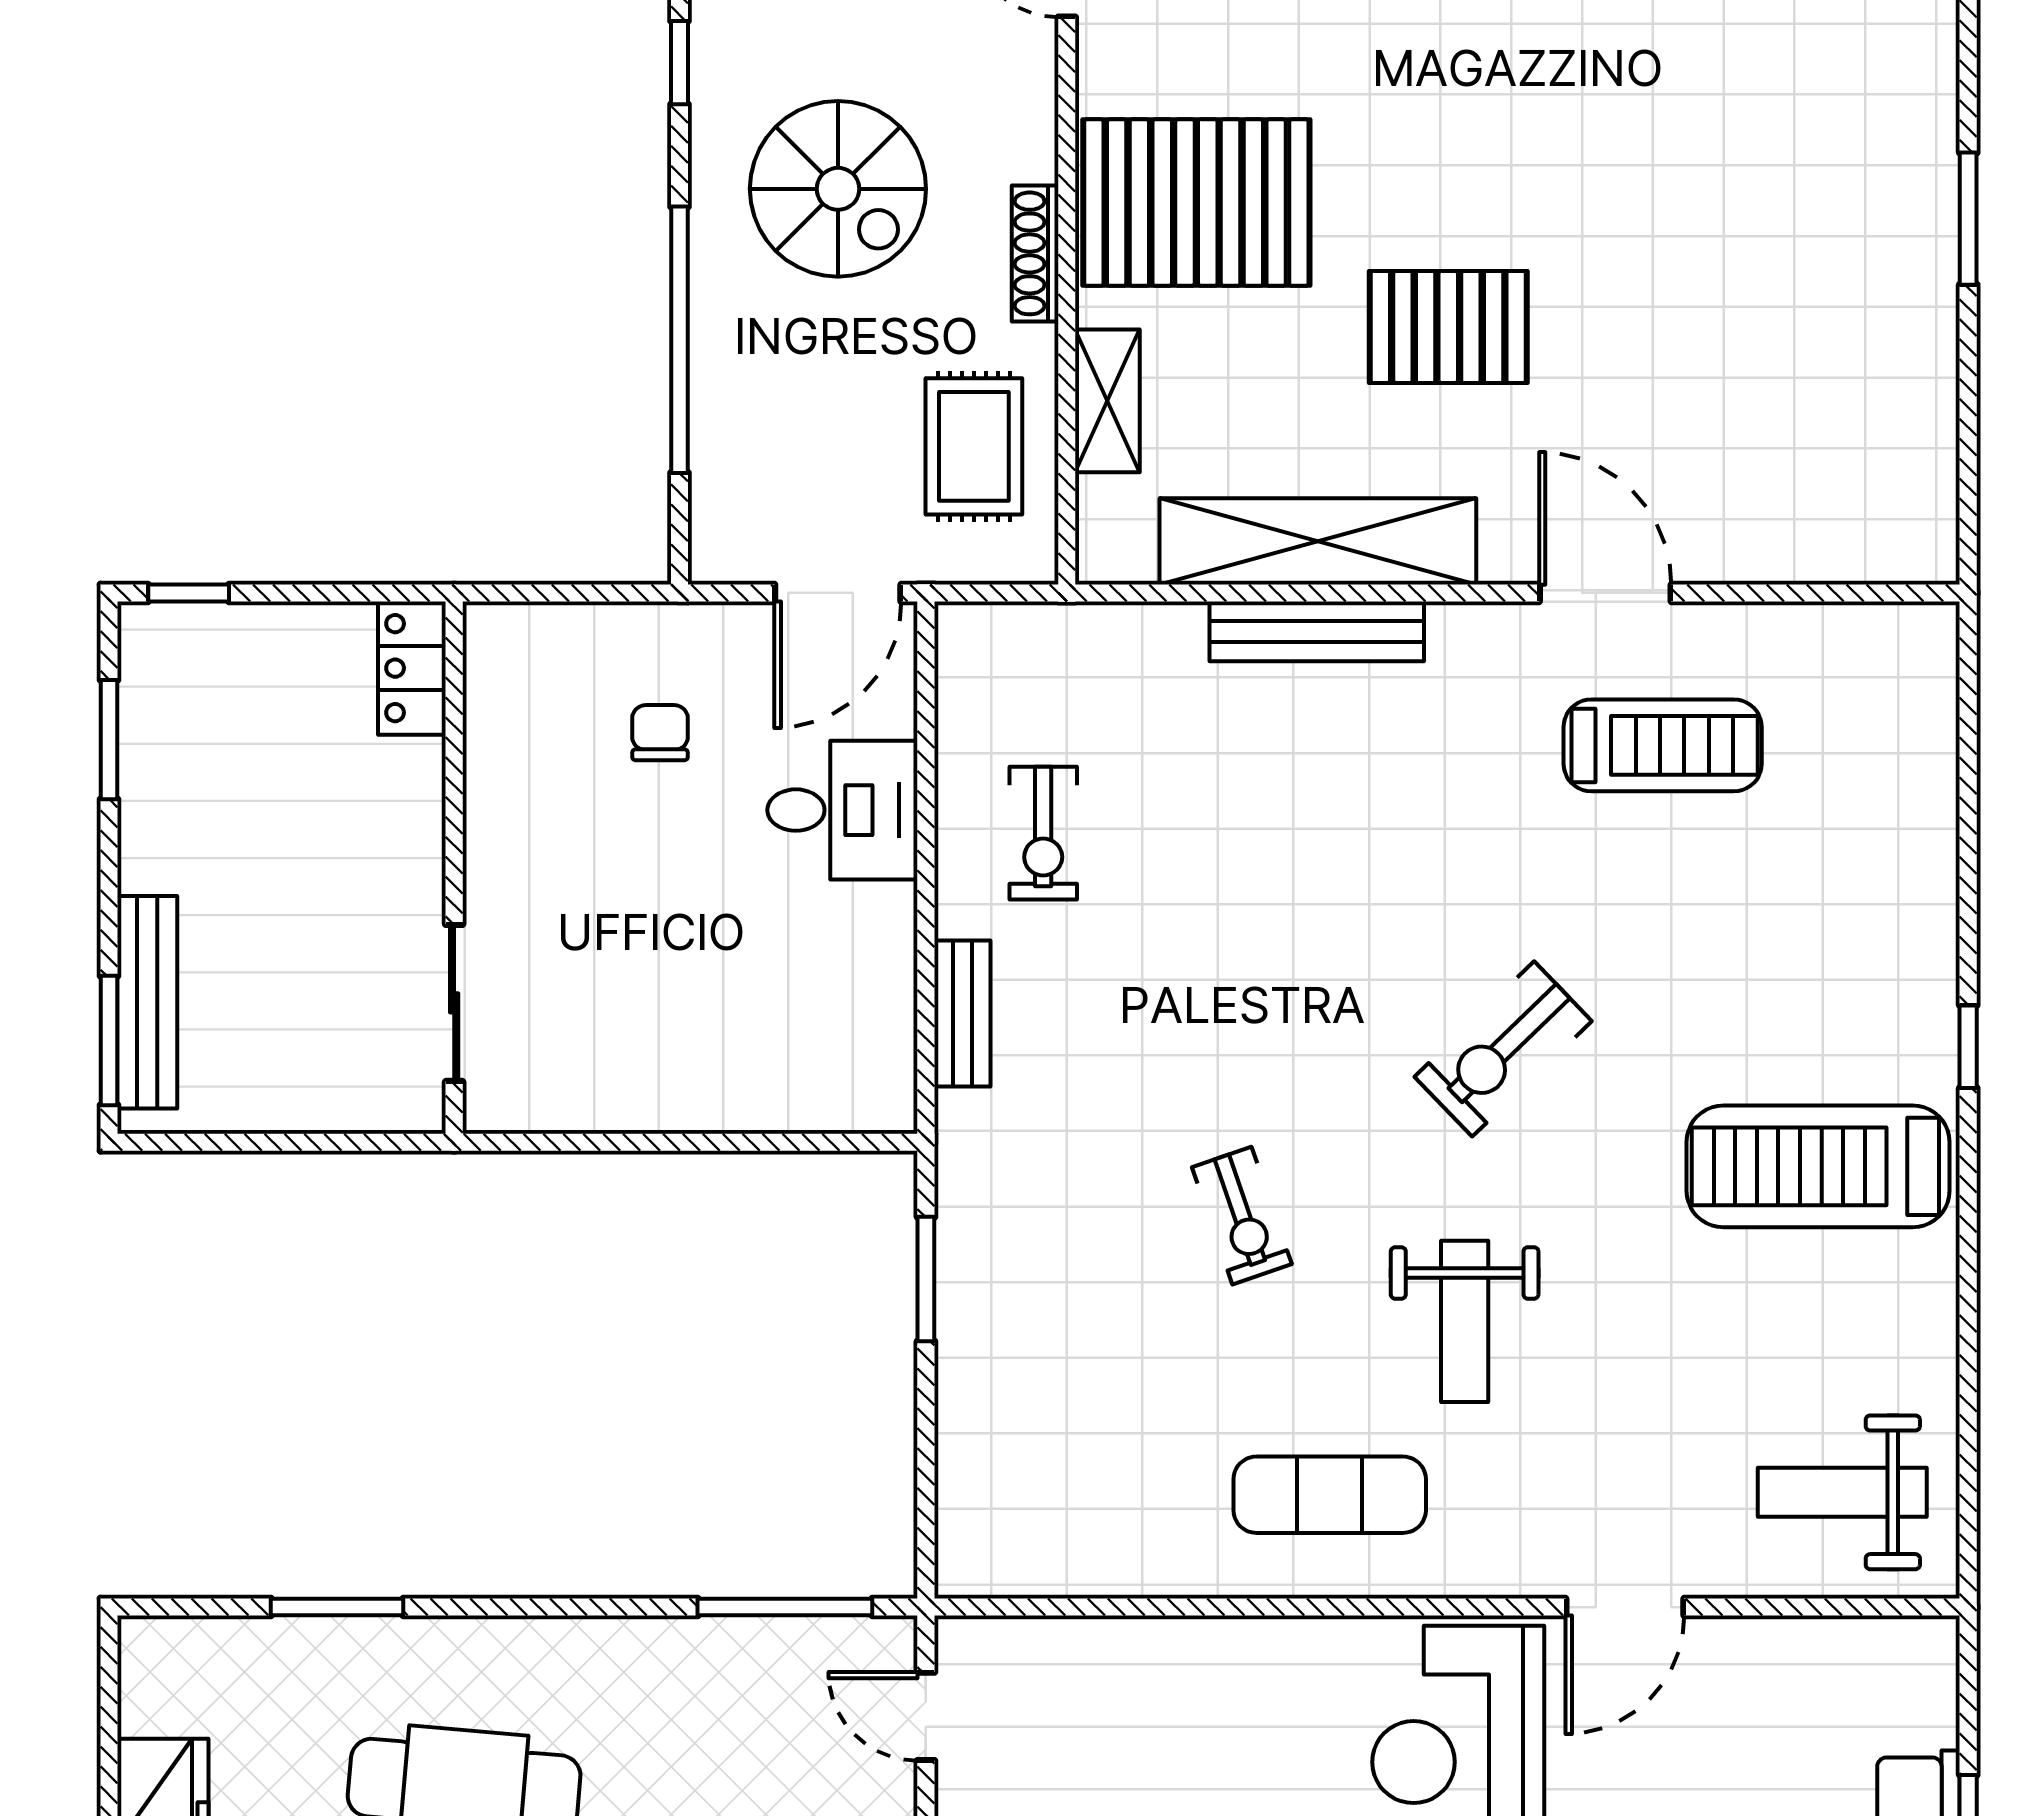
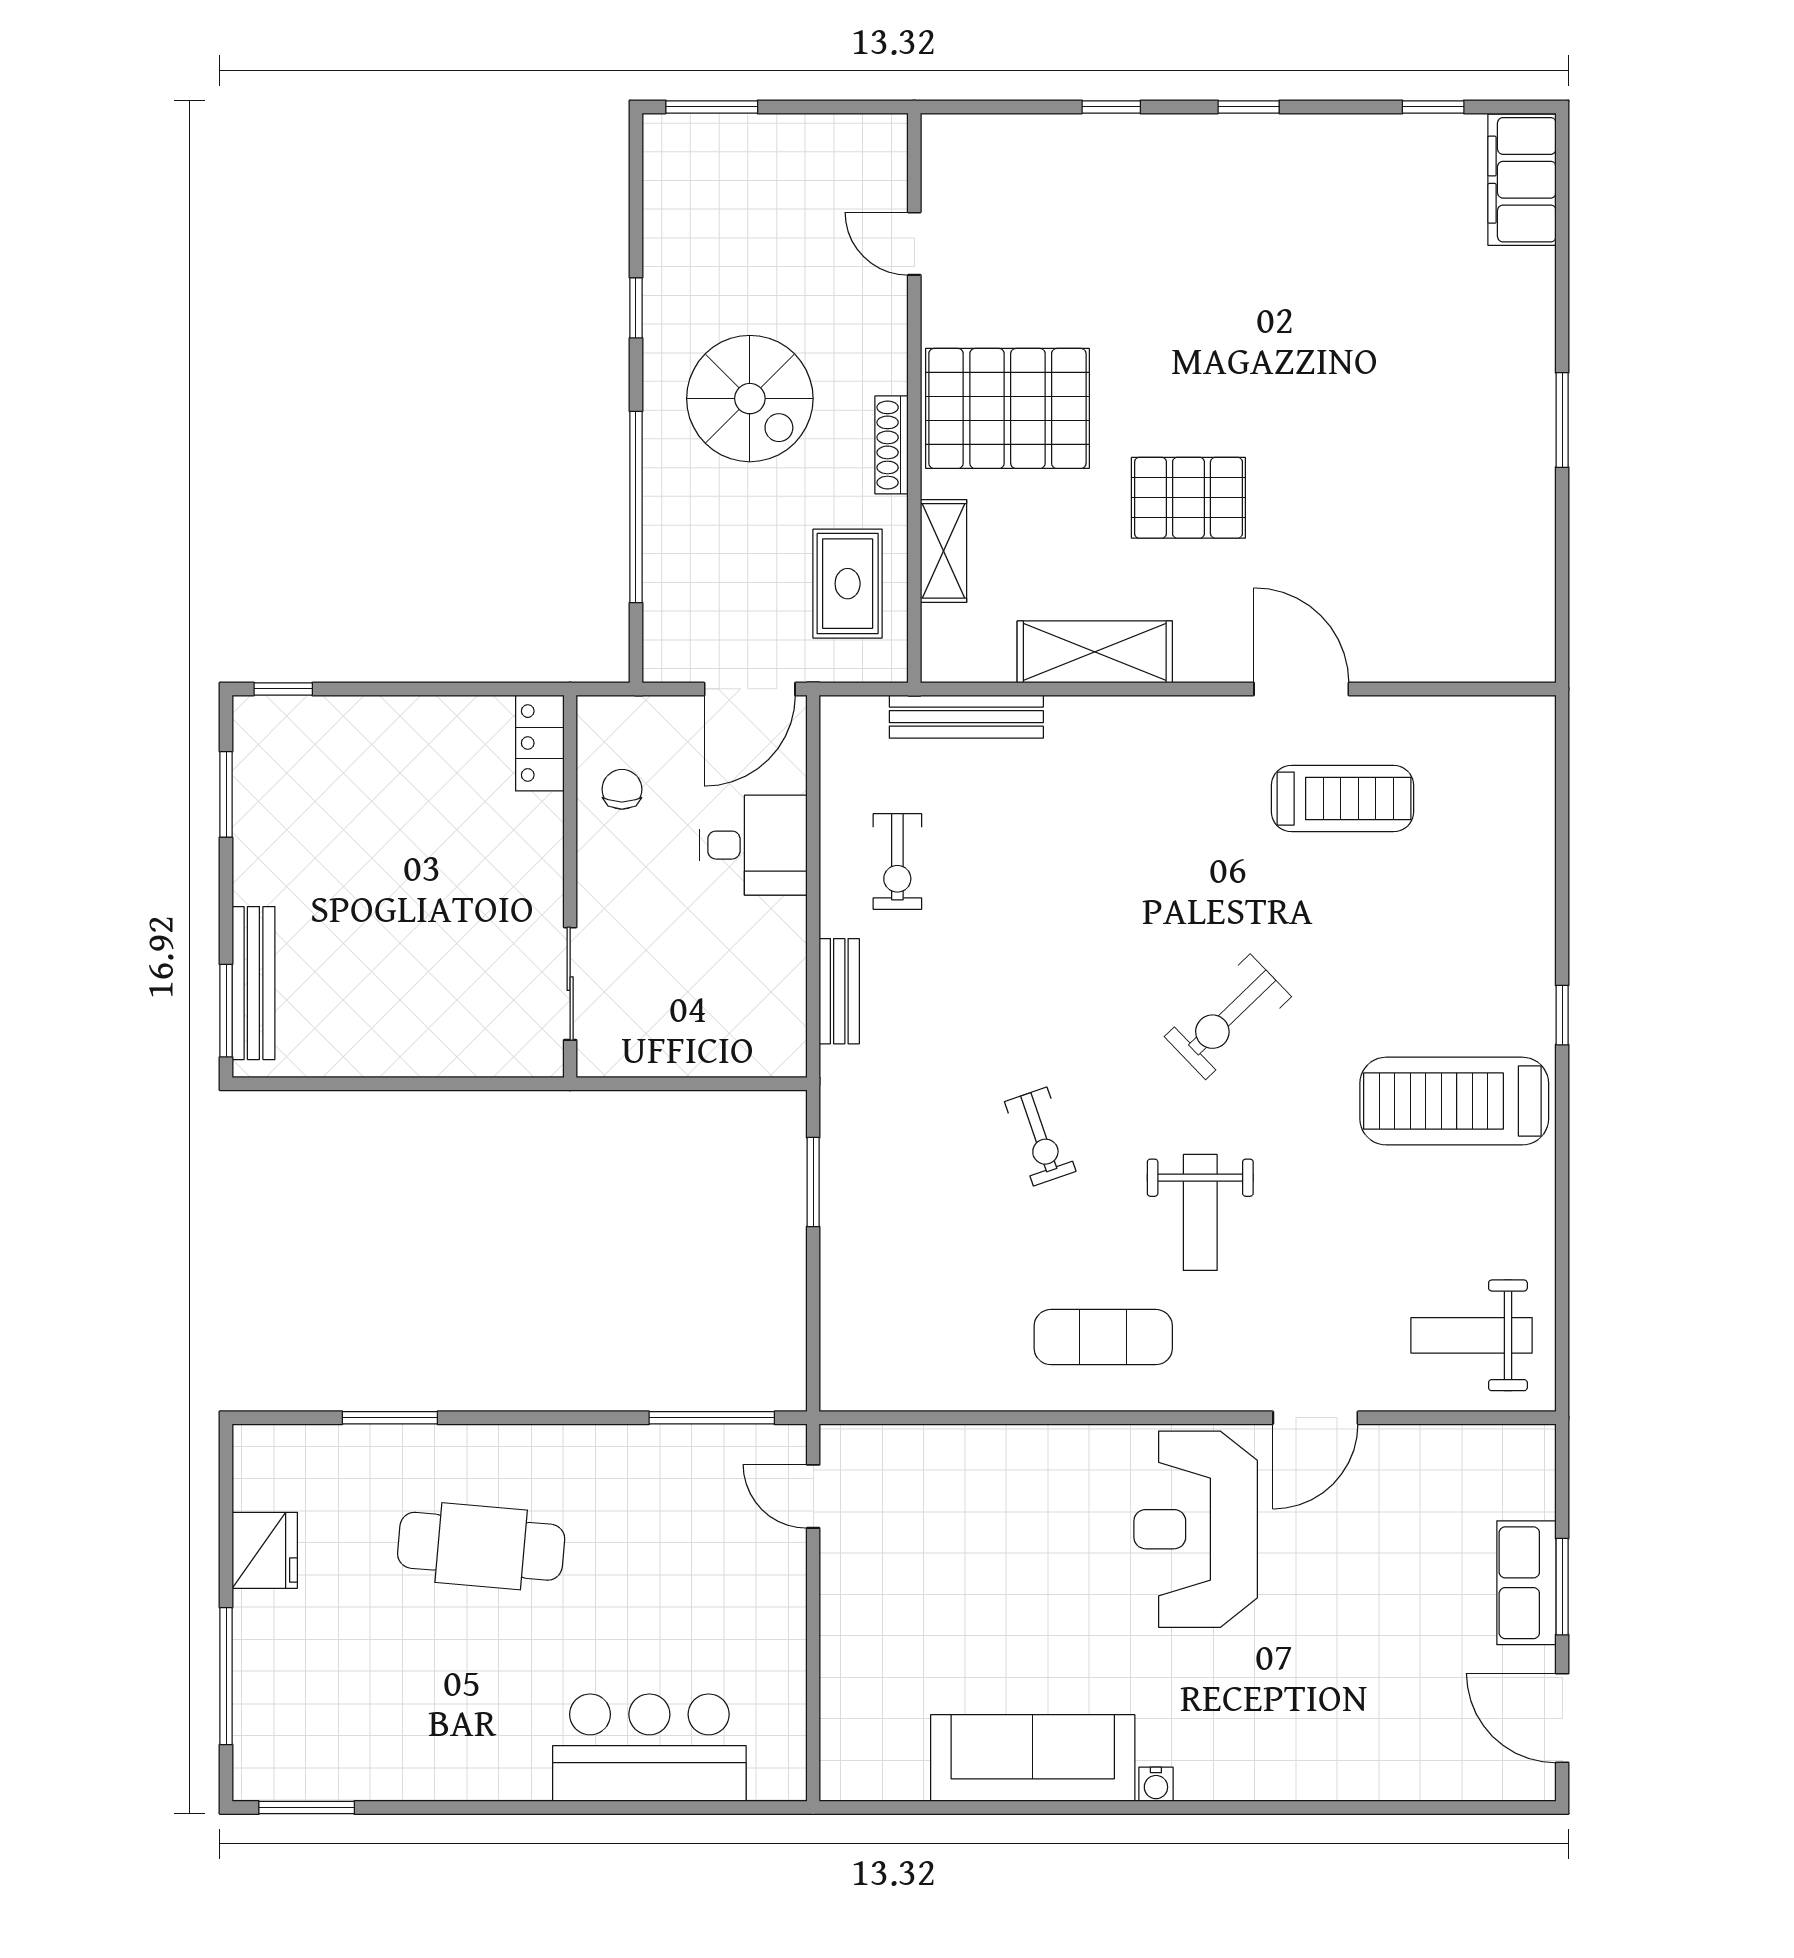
shelving: (1318, 541) -> (1095, 652), width x0.68
bench: (1317, 631) -> (966, 717), moved
locker: (412, 668) -> (540, 743), moved
wall: (454, 868) -> (570, 886), moved
sliding door: (454, 1003) -> (570, 984), moved

